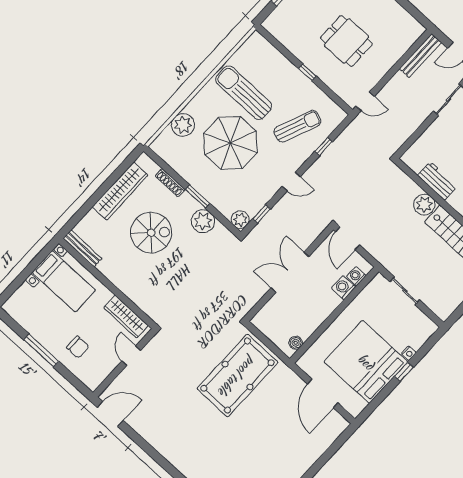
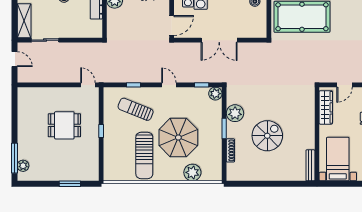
dining table: (346, 41) -> (64, 125), turned 90
bench: (420, 56) -> (35, 78), removed
wardrobe: (120, 191) -> (260, 174), removed
spiral stairs: (151, 233) -> (267, 136), turned 90

